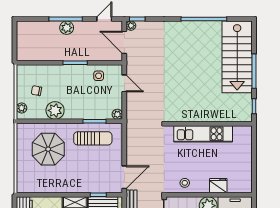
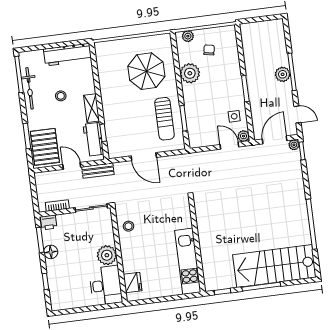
door: (124, 83) -> (229, 146), swing flipped
plant: (117, 114) -> (244, 136), moved
kitchen unit: (203, 134) -> (188, 261), moved
door: (124, 177) -> (144, 157), moved
fridge: (218, 186) -> (133, 283), moved

